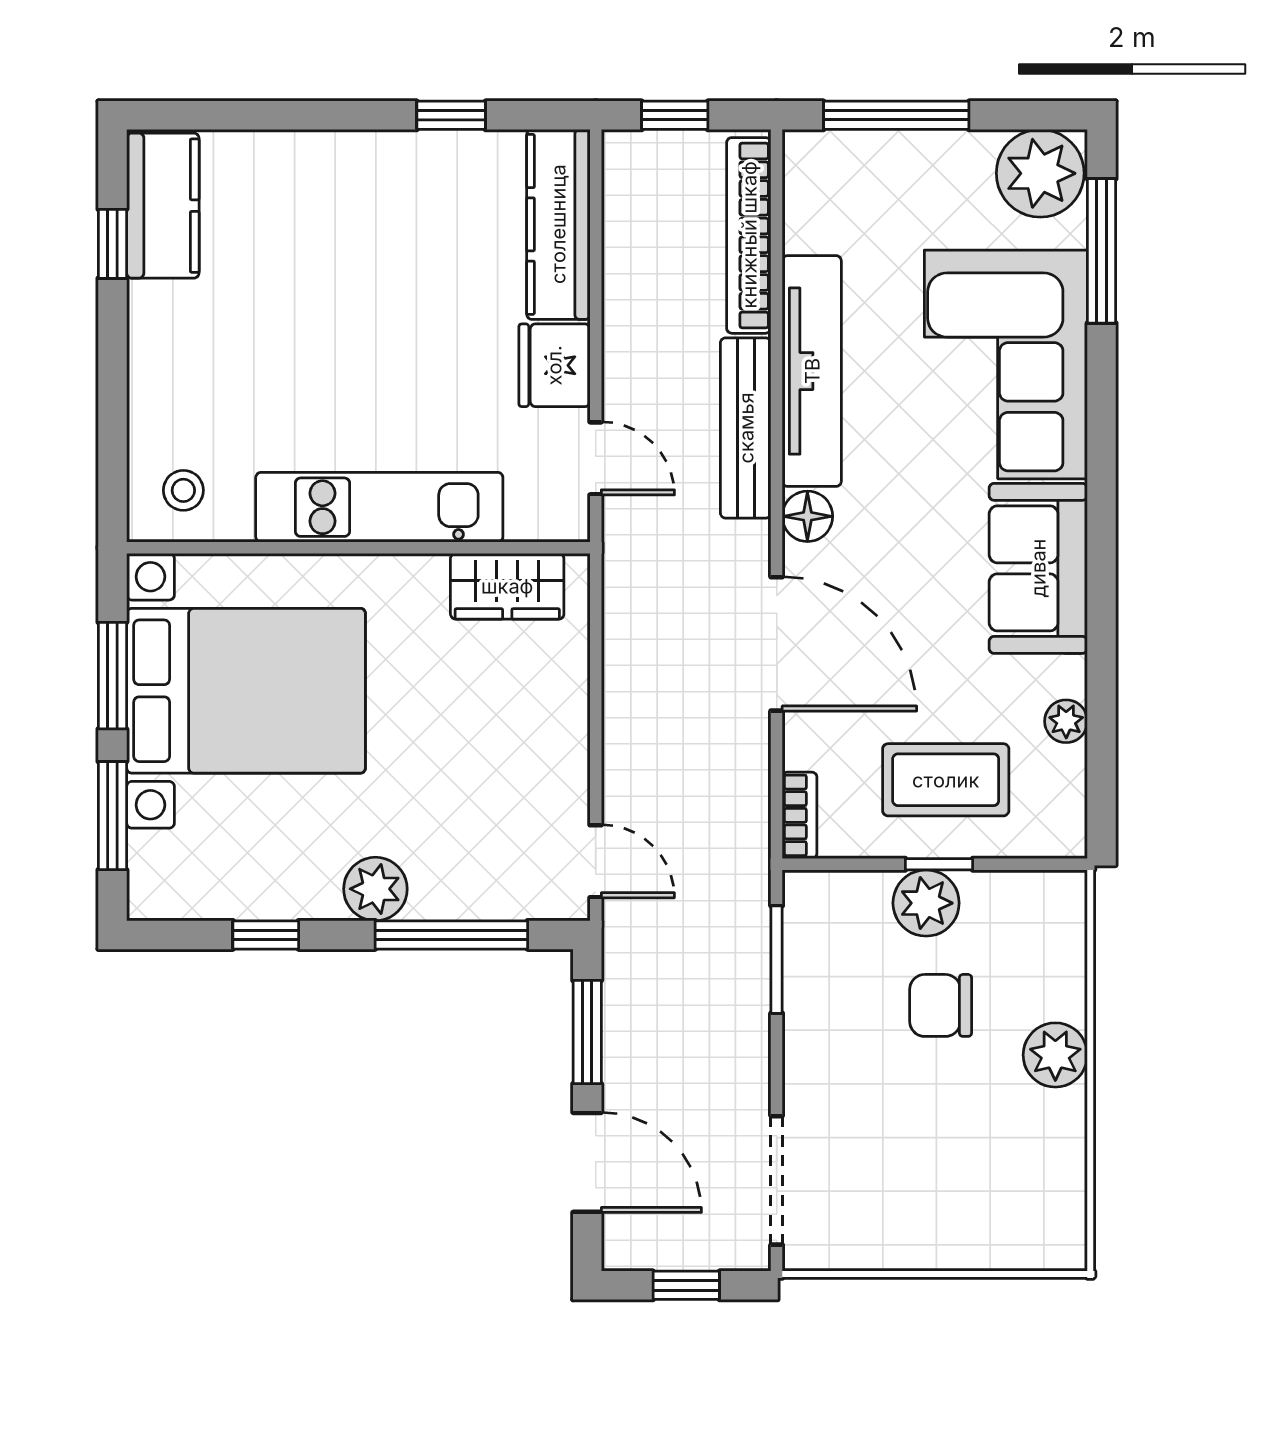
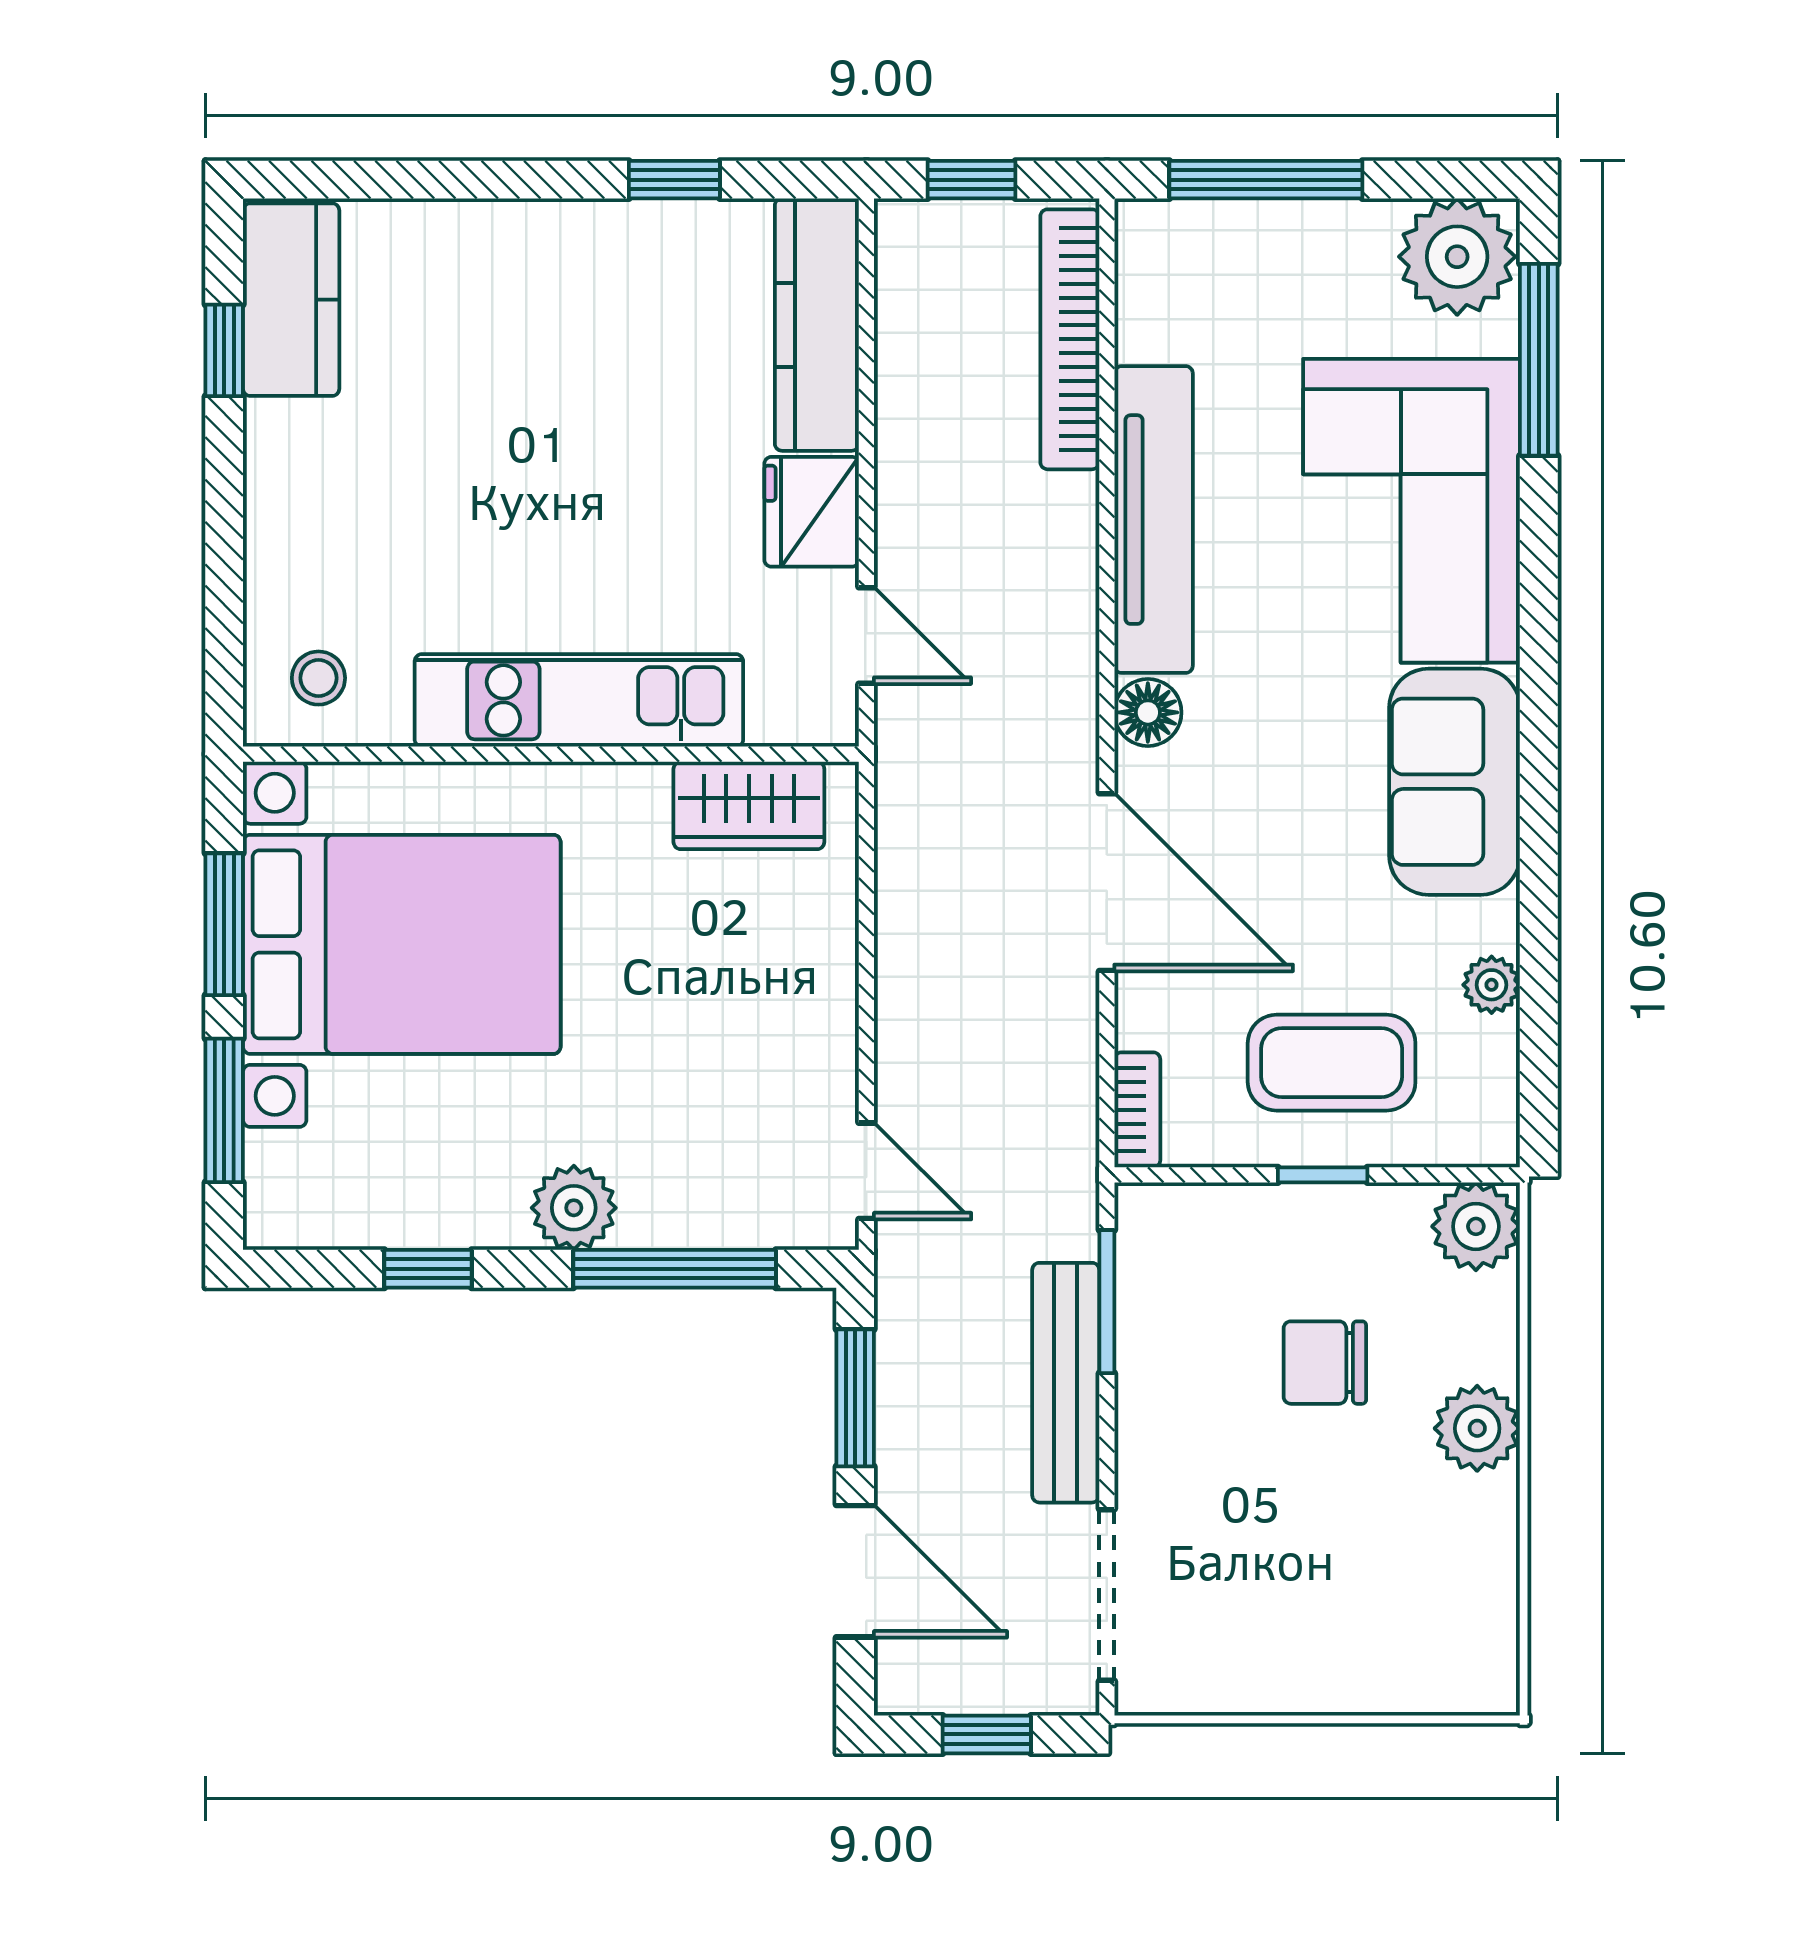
bench: (746, 428) -> (1066, 1383), moved
plant: (926, 903) -> (1476, 1226), moved

